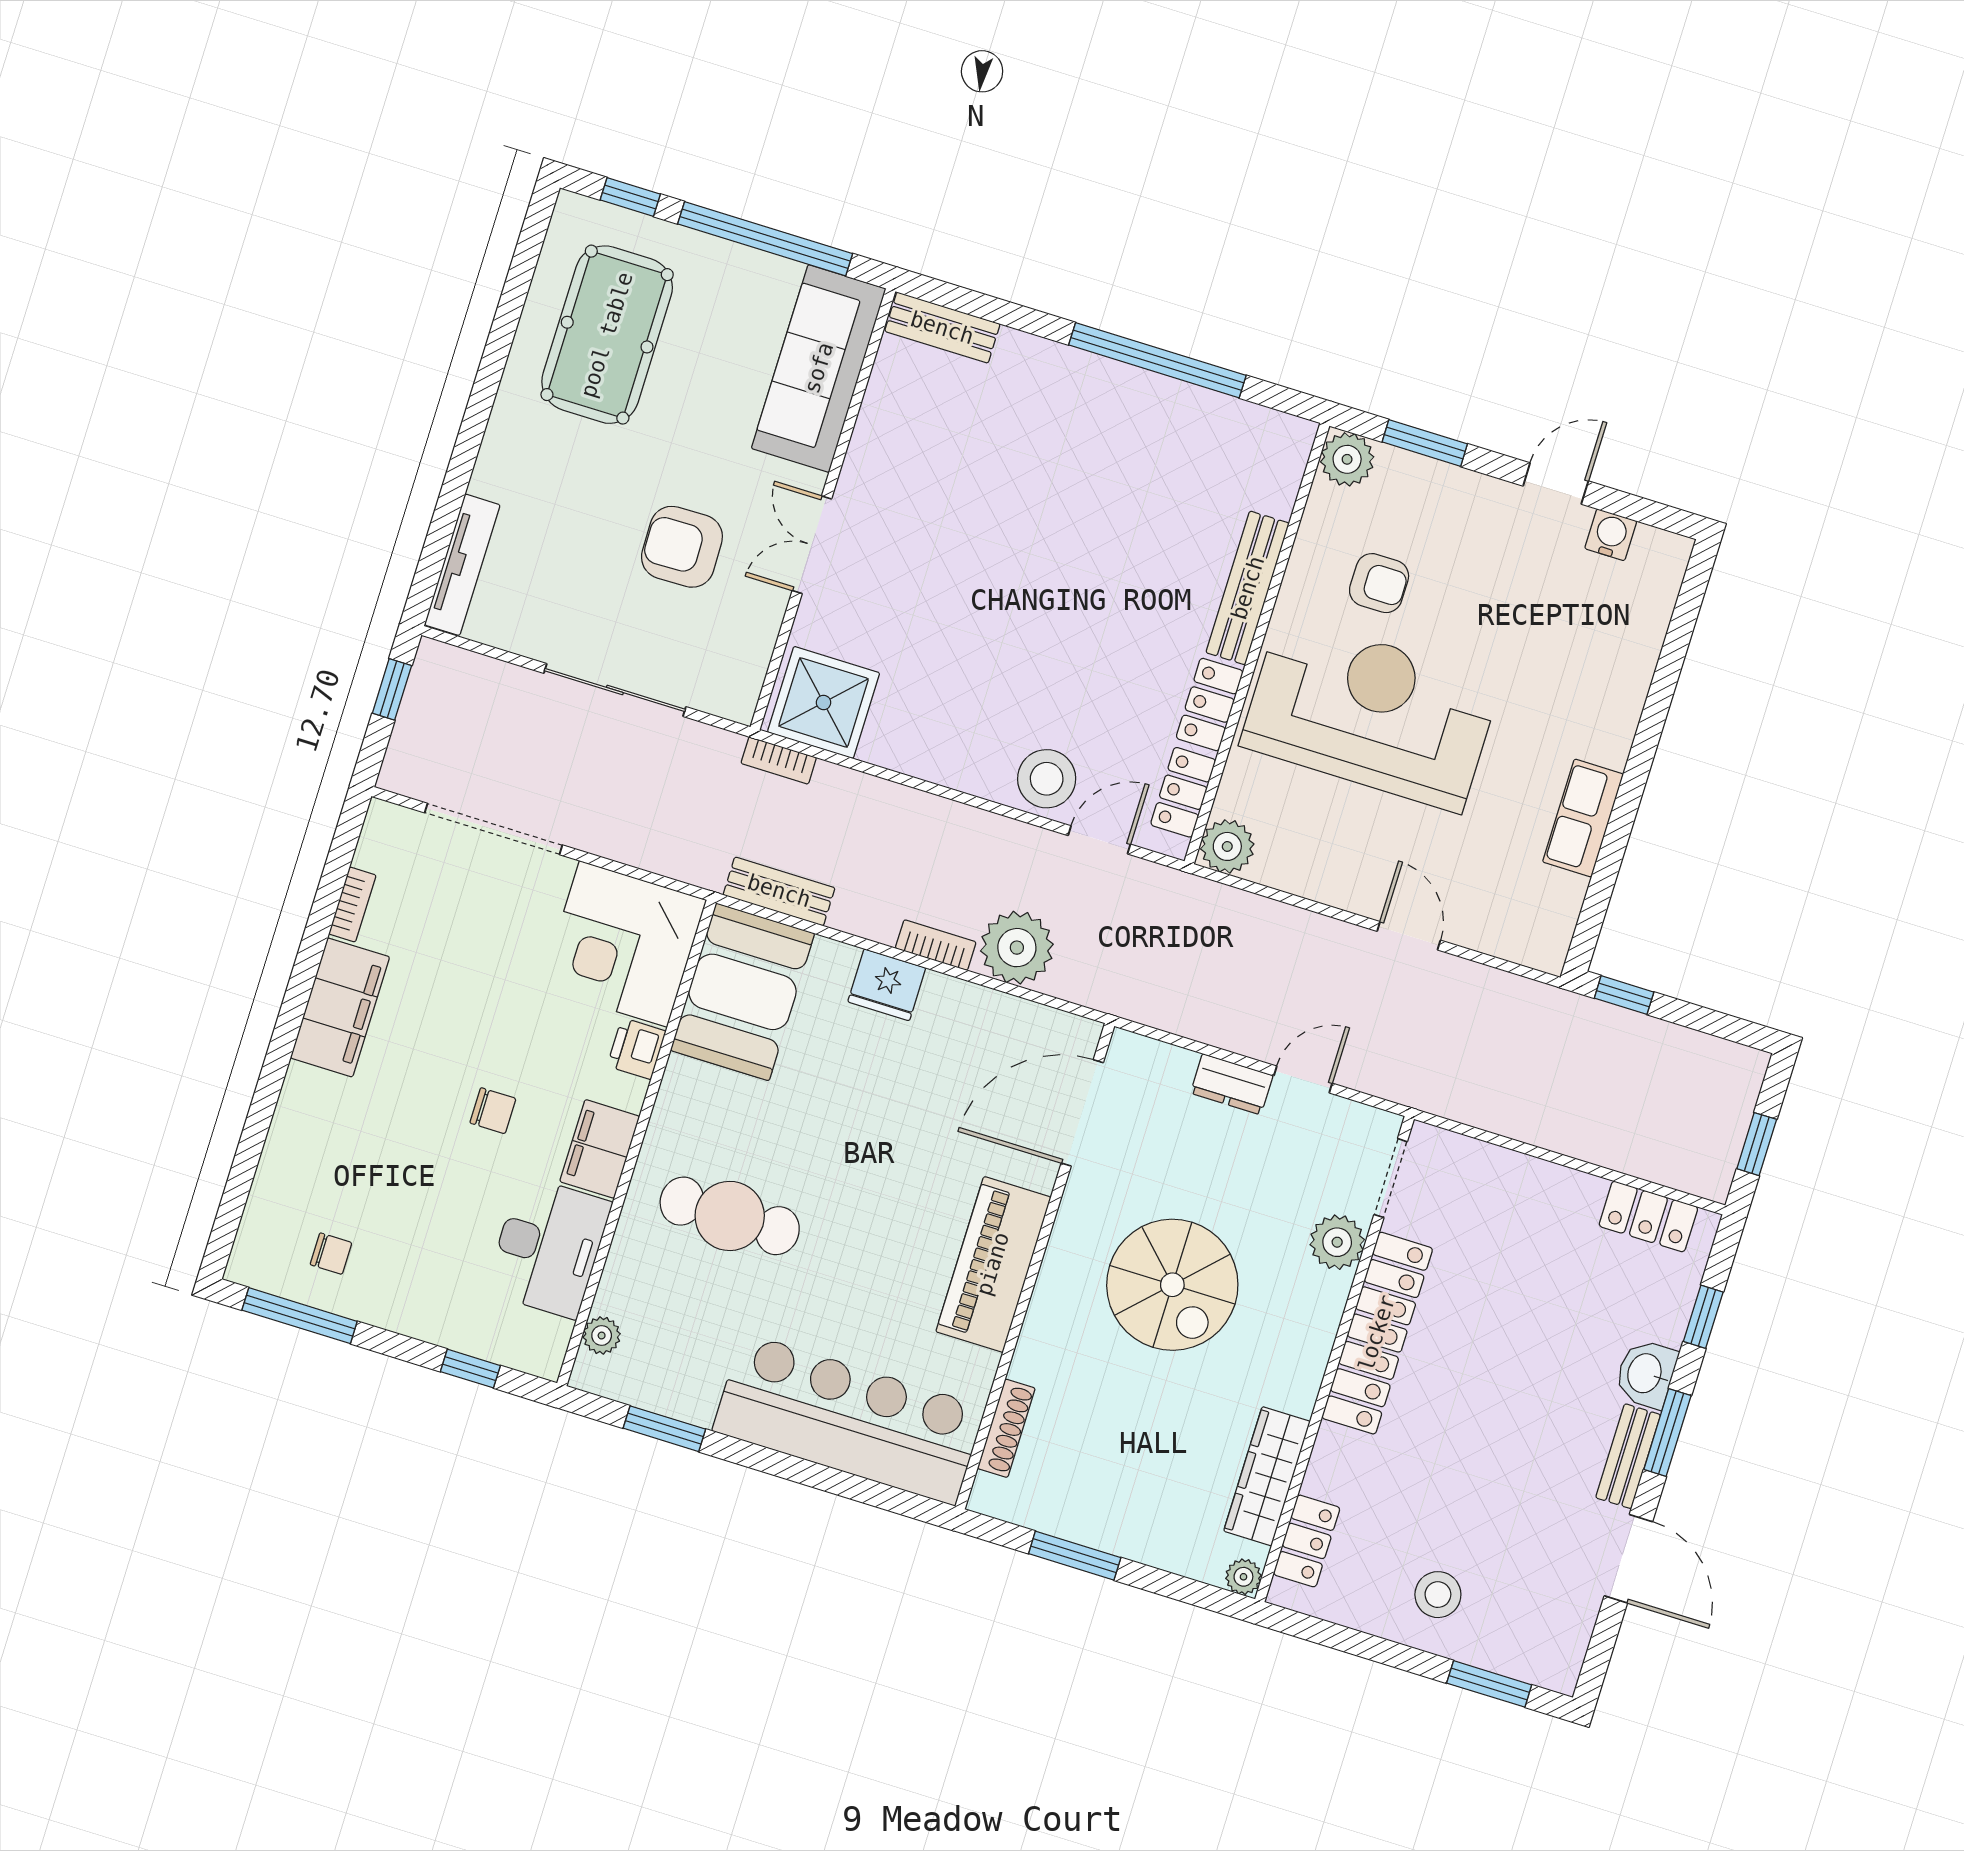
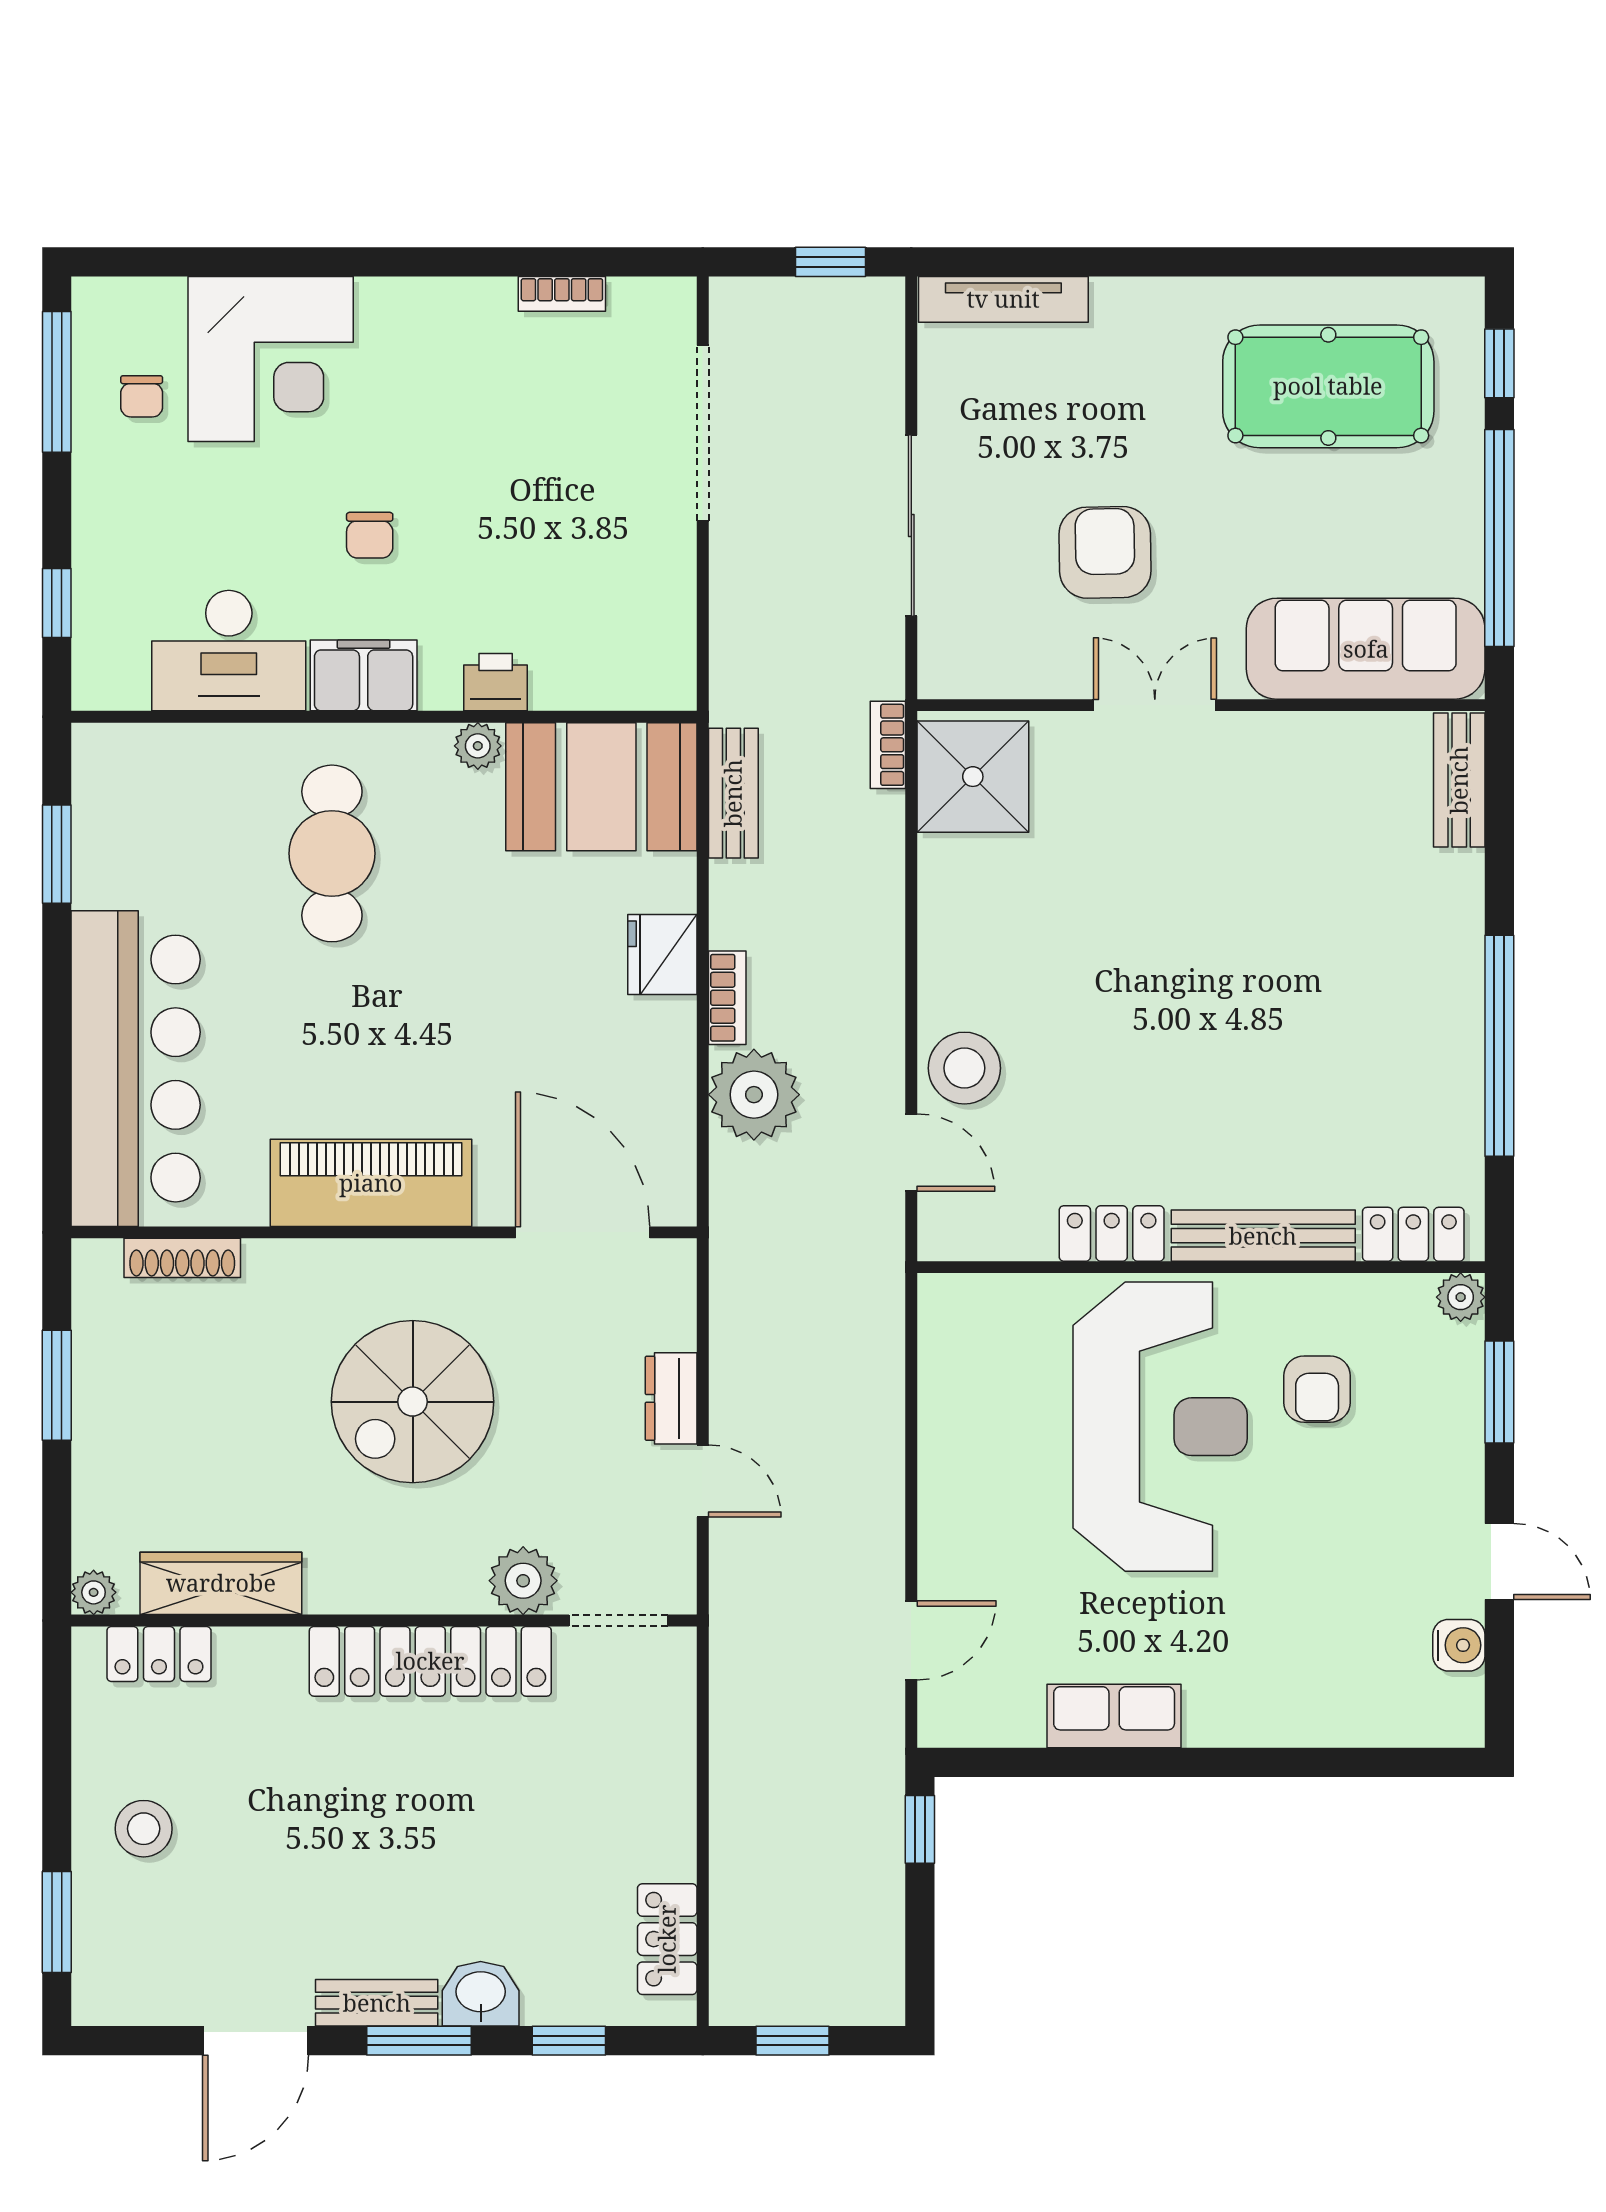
plant: (1347, 459) -> (1461, 1297), width x0.73, depth x0.73
locker: (1183, 792) -> (1413, 1234), moved
plant: (1227, 846) -> (950, 1306), removed
door: (1409, 936) -> (911, 1640), moved
corner desk: (623, 944) -> (271, 359), moved, turned 180
filing cabinet: (340, 1007) -> (436, 317), removed
plant: (602, 1336) -> (478, 746), moved

